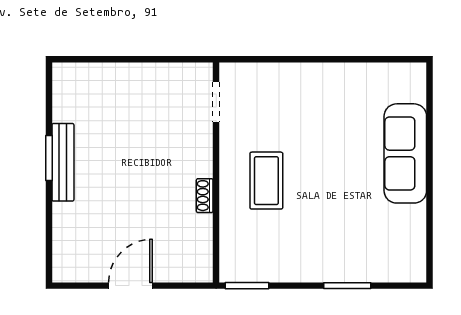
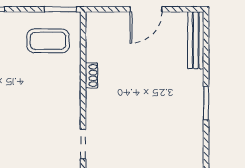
bench: (63, 162) -> (196, 40), moved
coffee table: (266, 181) -> (48, 41), moved, turned 90

